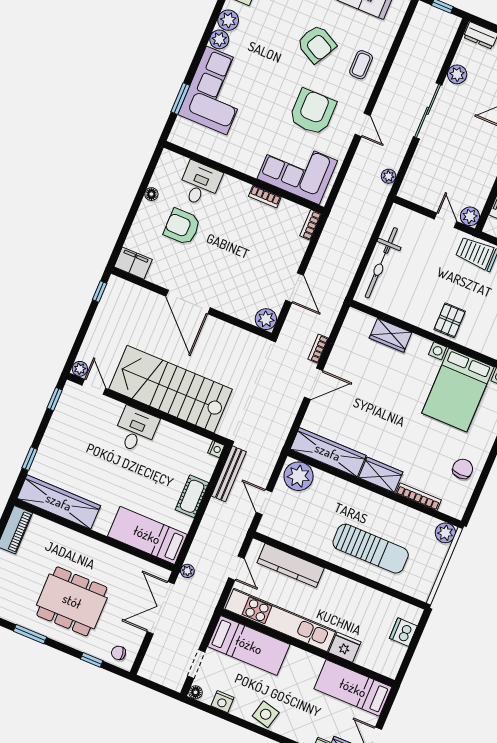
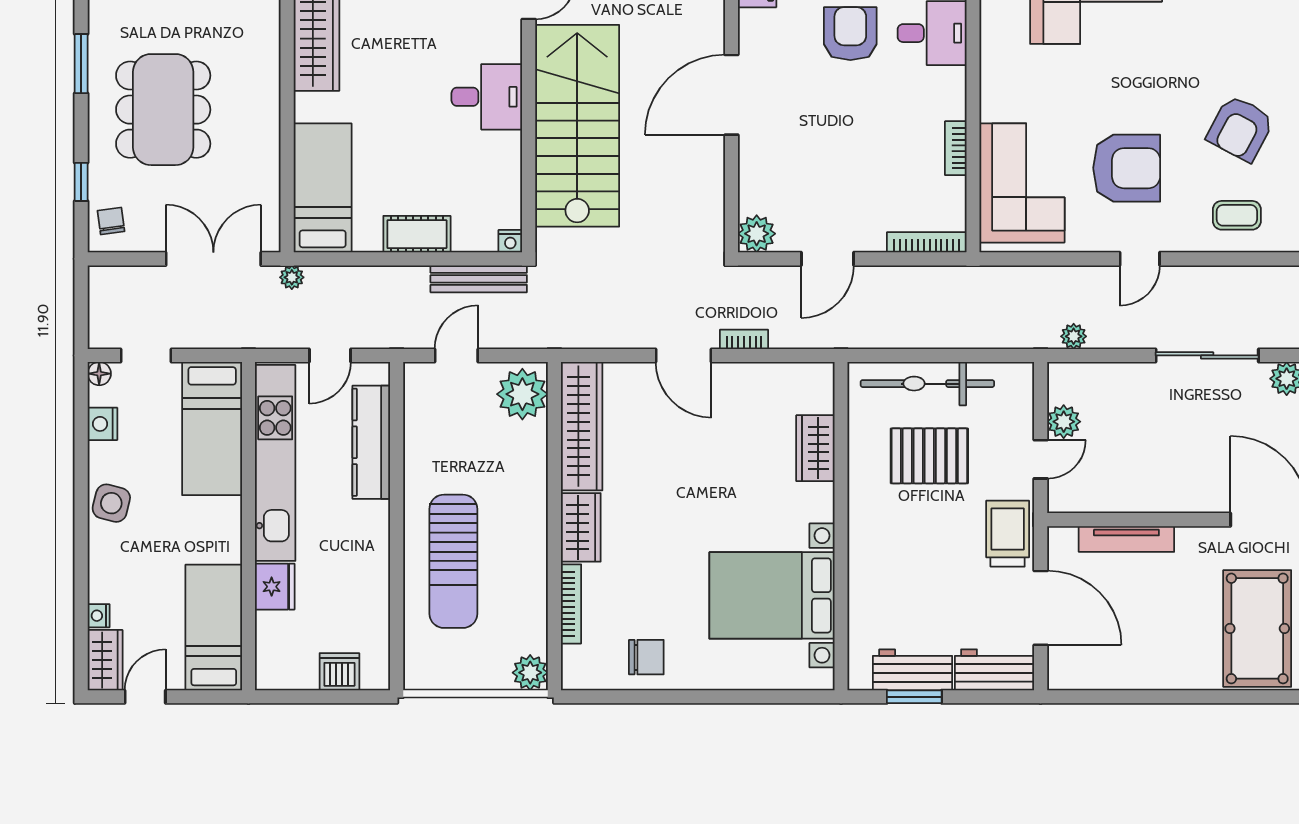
plant: (470, 216) -> (1064, 422), moved
bookcase: (311, 225) -> (927, 242), width x1.56
pallet: (450, 320) -> (929, 456), moved, width x1.50, depth x1.42

